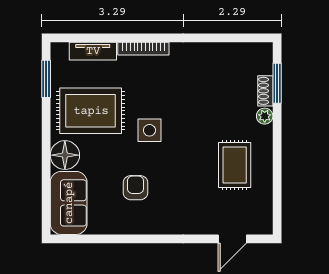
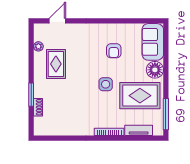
window: (46, 79) -> (166, 114), width x1.44
window: (277, 83) -> (31, 95), moved
plant: (265, 116) -> (38, 46), moved

